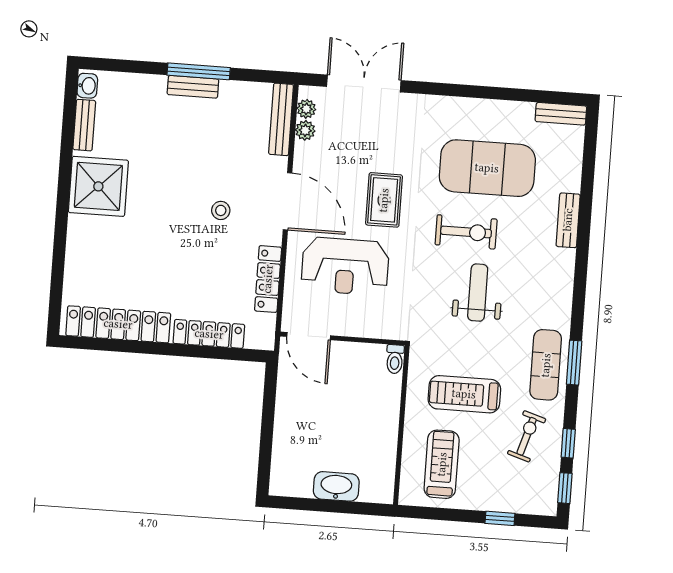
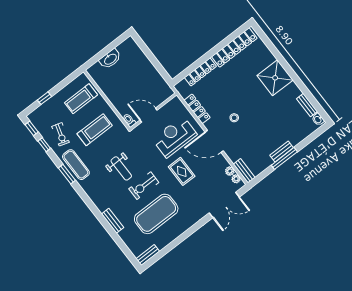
bench: (281, 119) -> (244, 171), width x0.73
shower: (98, 186) -> (275, 78), moved
door: (309, 336) -> (149, 115), moved
treadmill: (442, 464) -> (81, 99), turned 90

